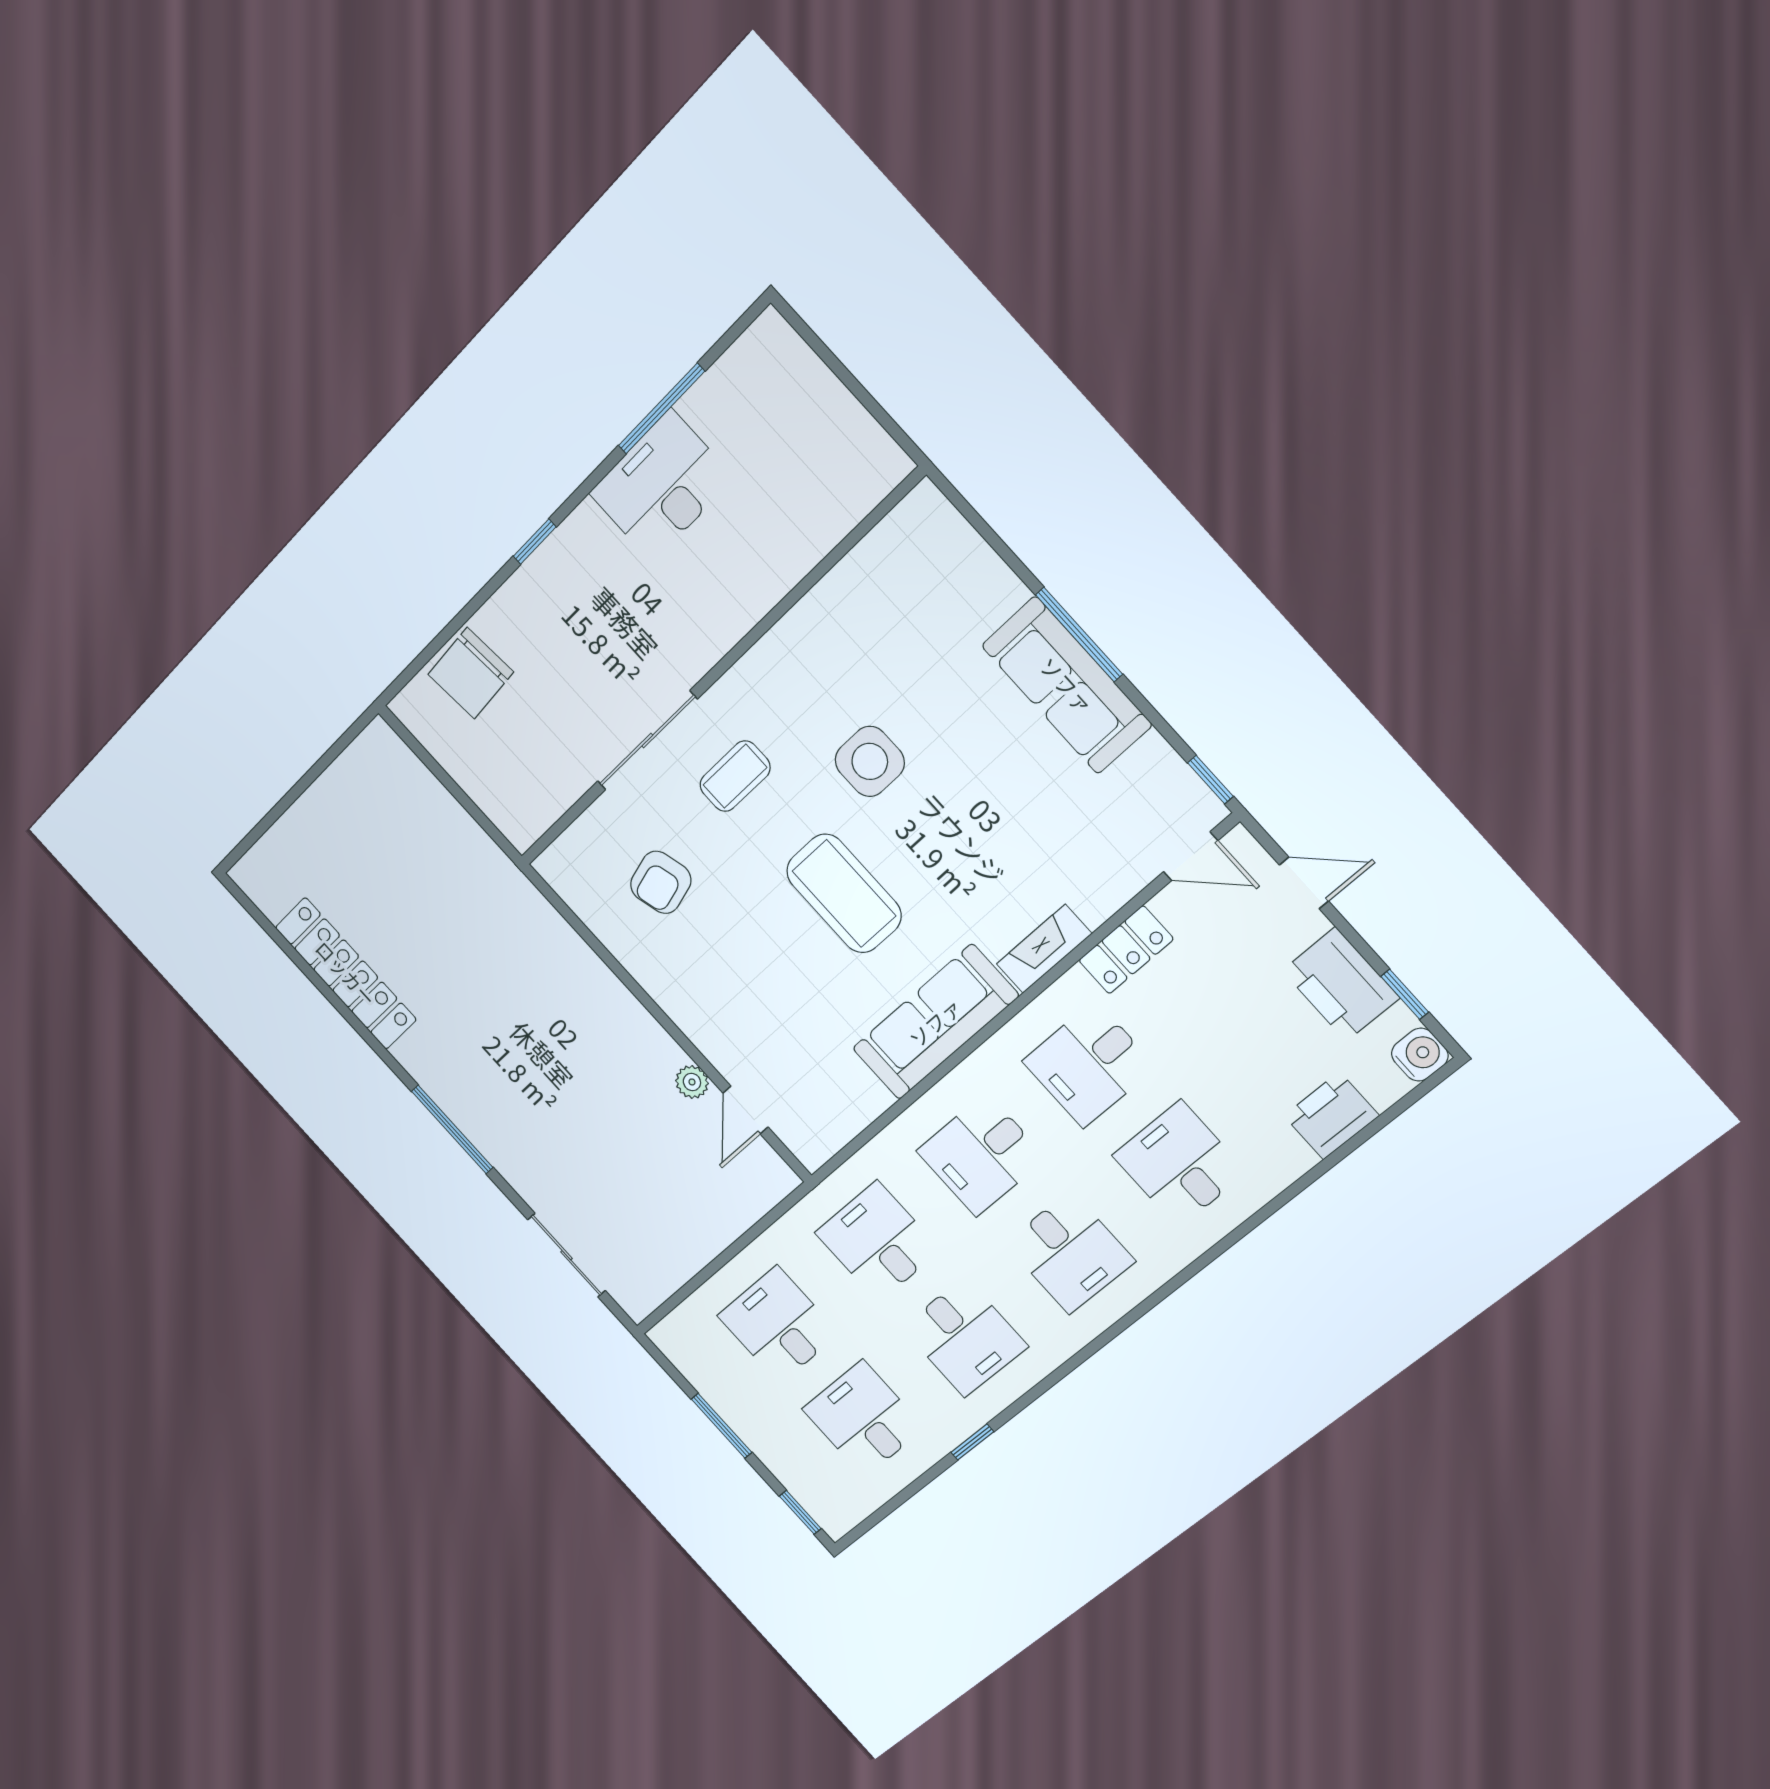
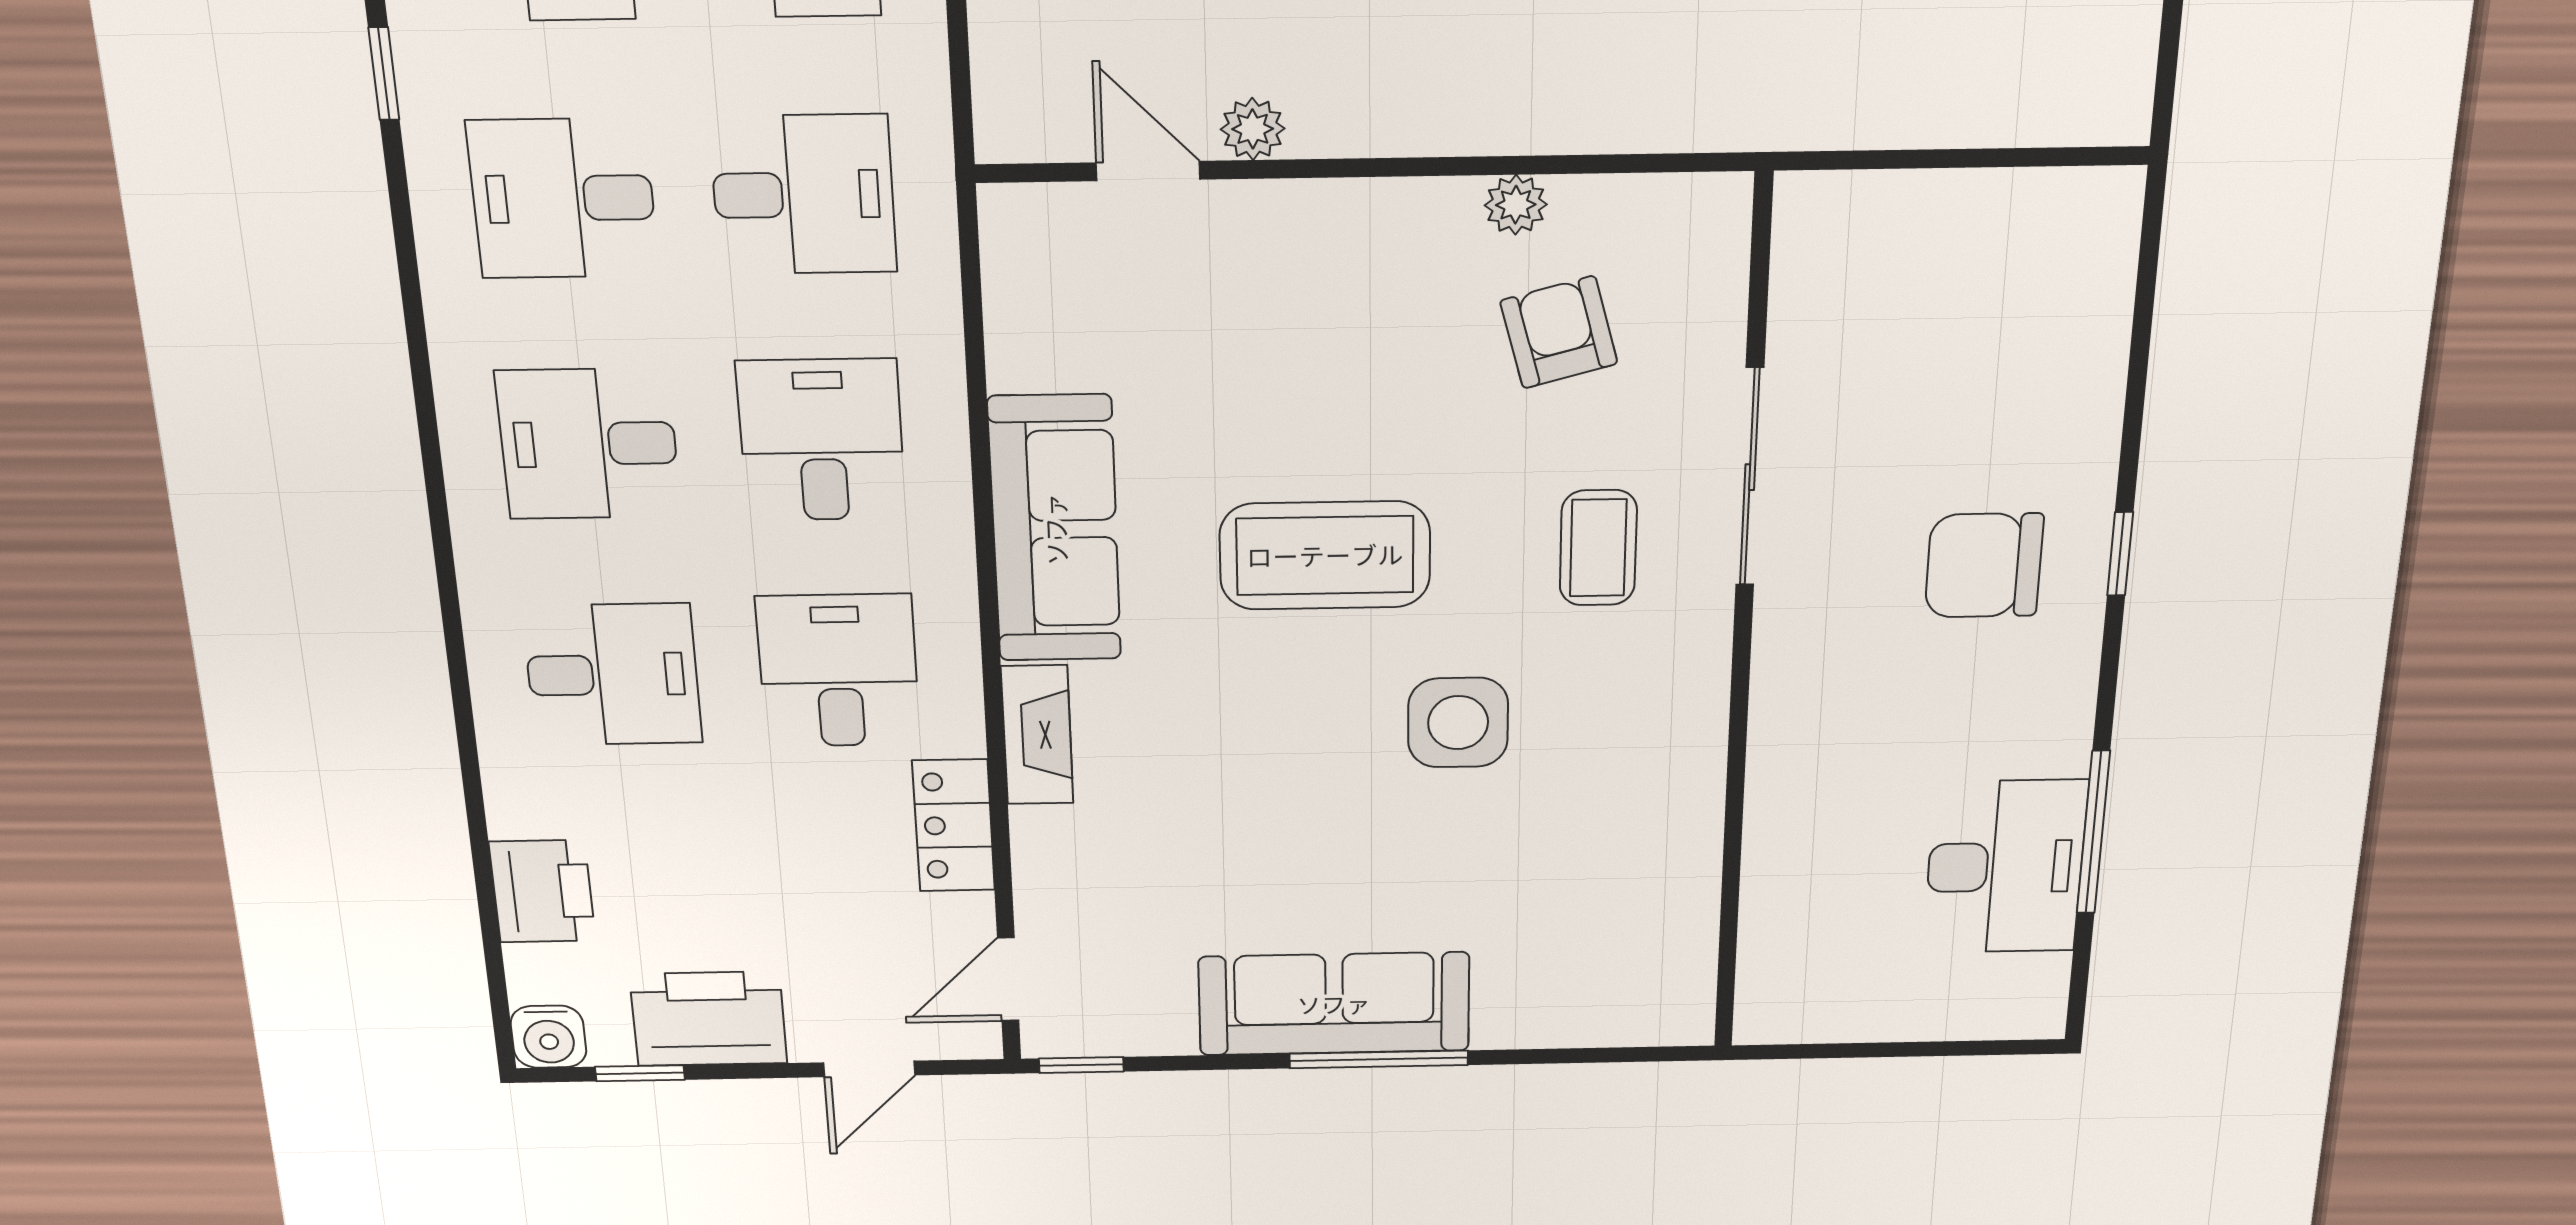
desk: (661, 486) -> (2005, 867), moved
chair: (471, 673) -> (1984, 565), moved, turned -86
plant: (627, 949) -> (1516, 205), added

